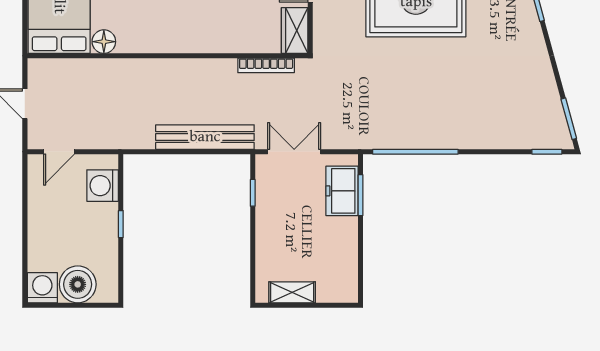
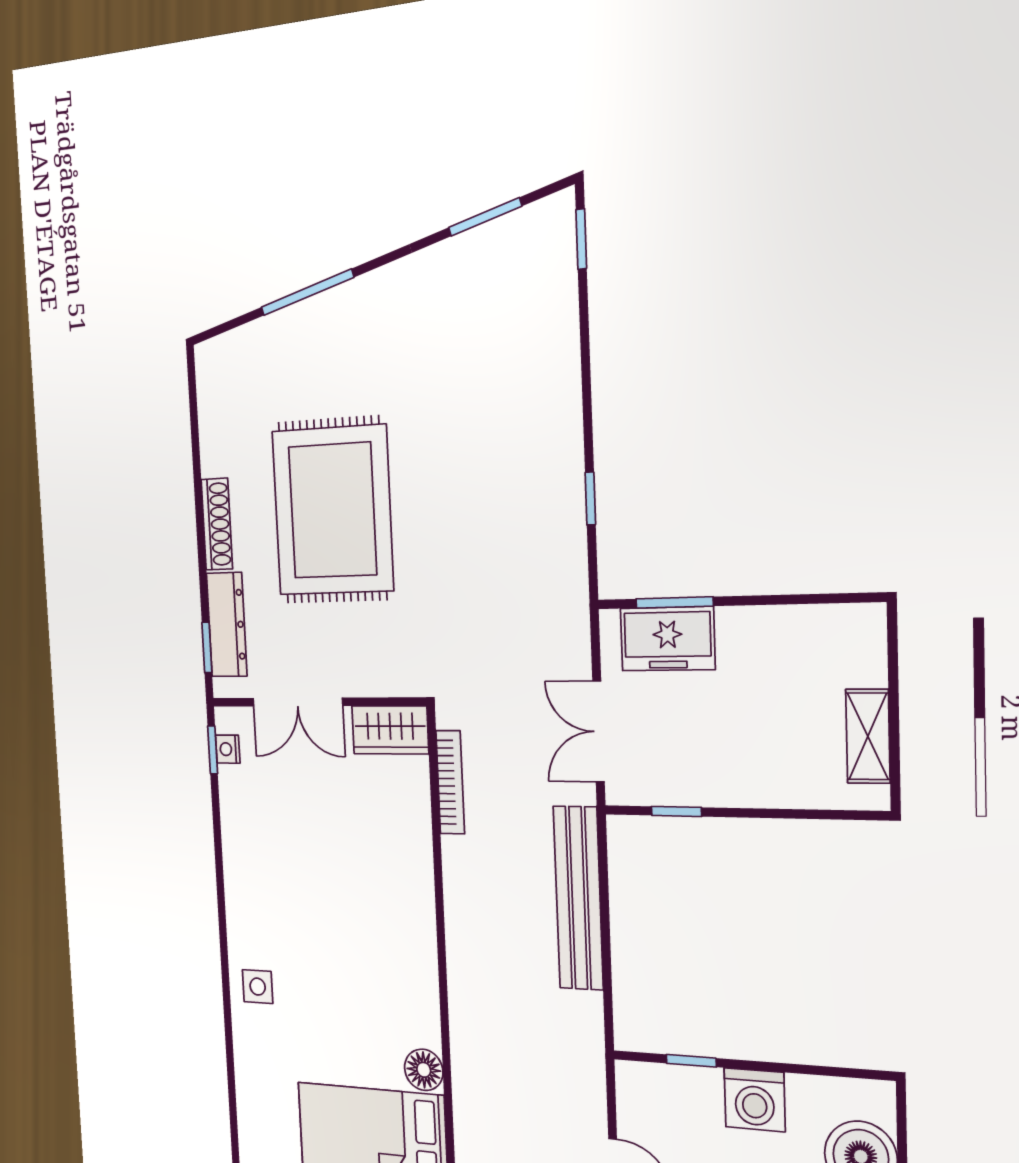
window: (569, 119) -> (485, 217), moved
window: (415, 152) -> (590, 498), width x0.32
washing machine: (103, 186) -> (755, 1100), moved
window: (121, 224) -> (691, 1061), moved

